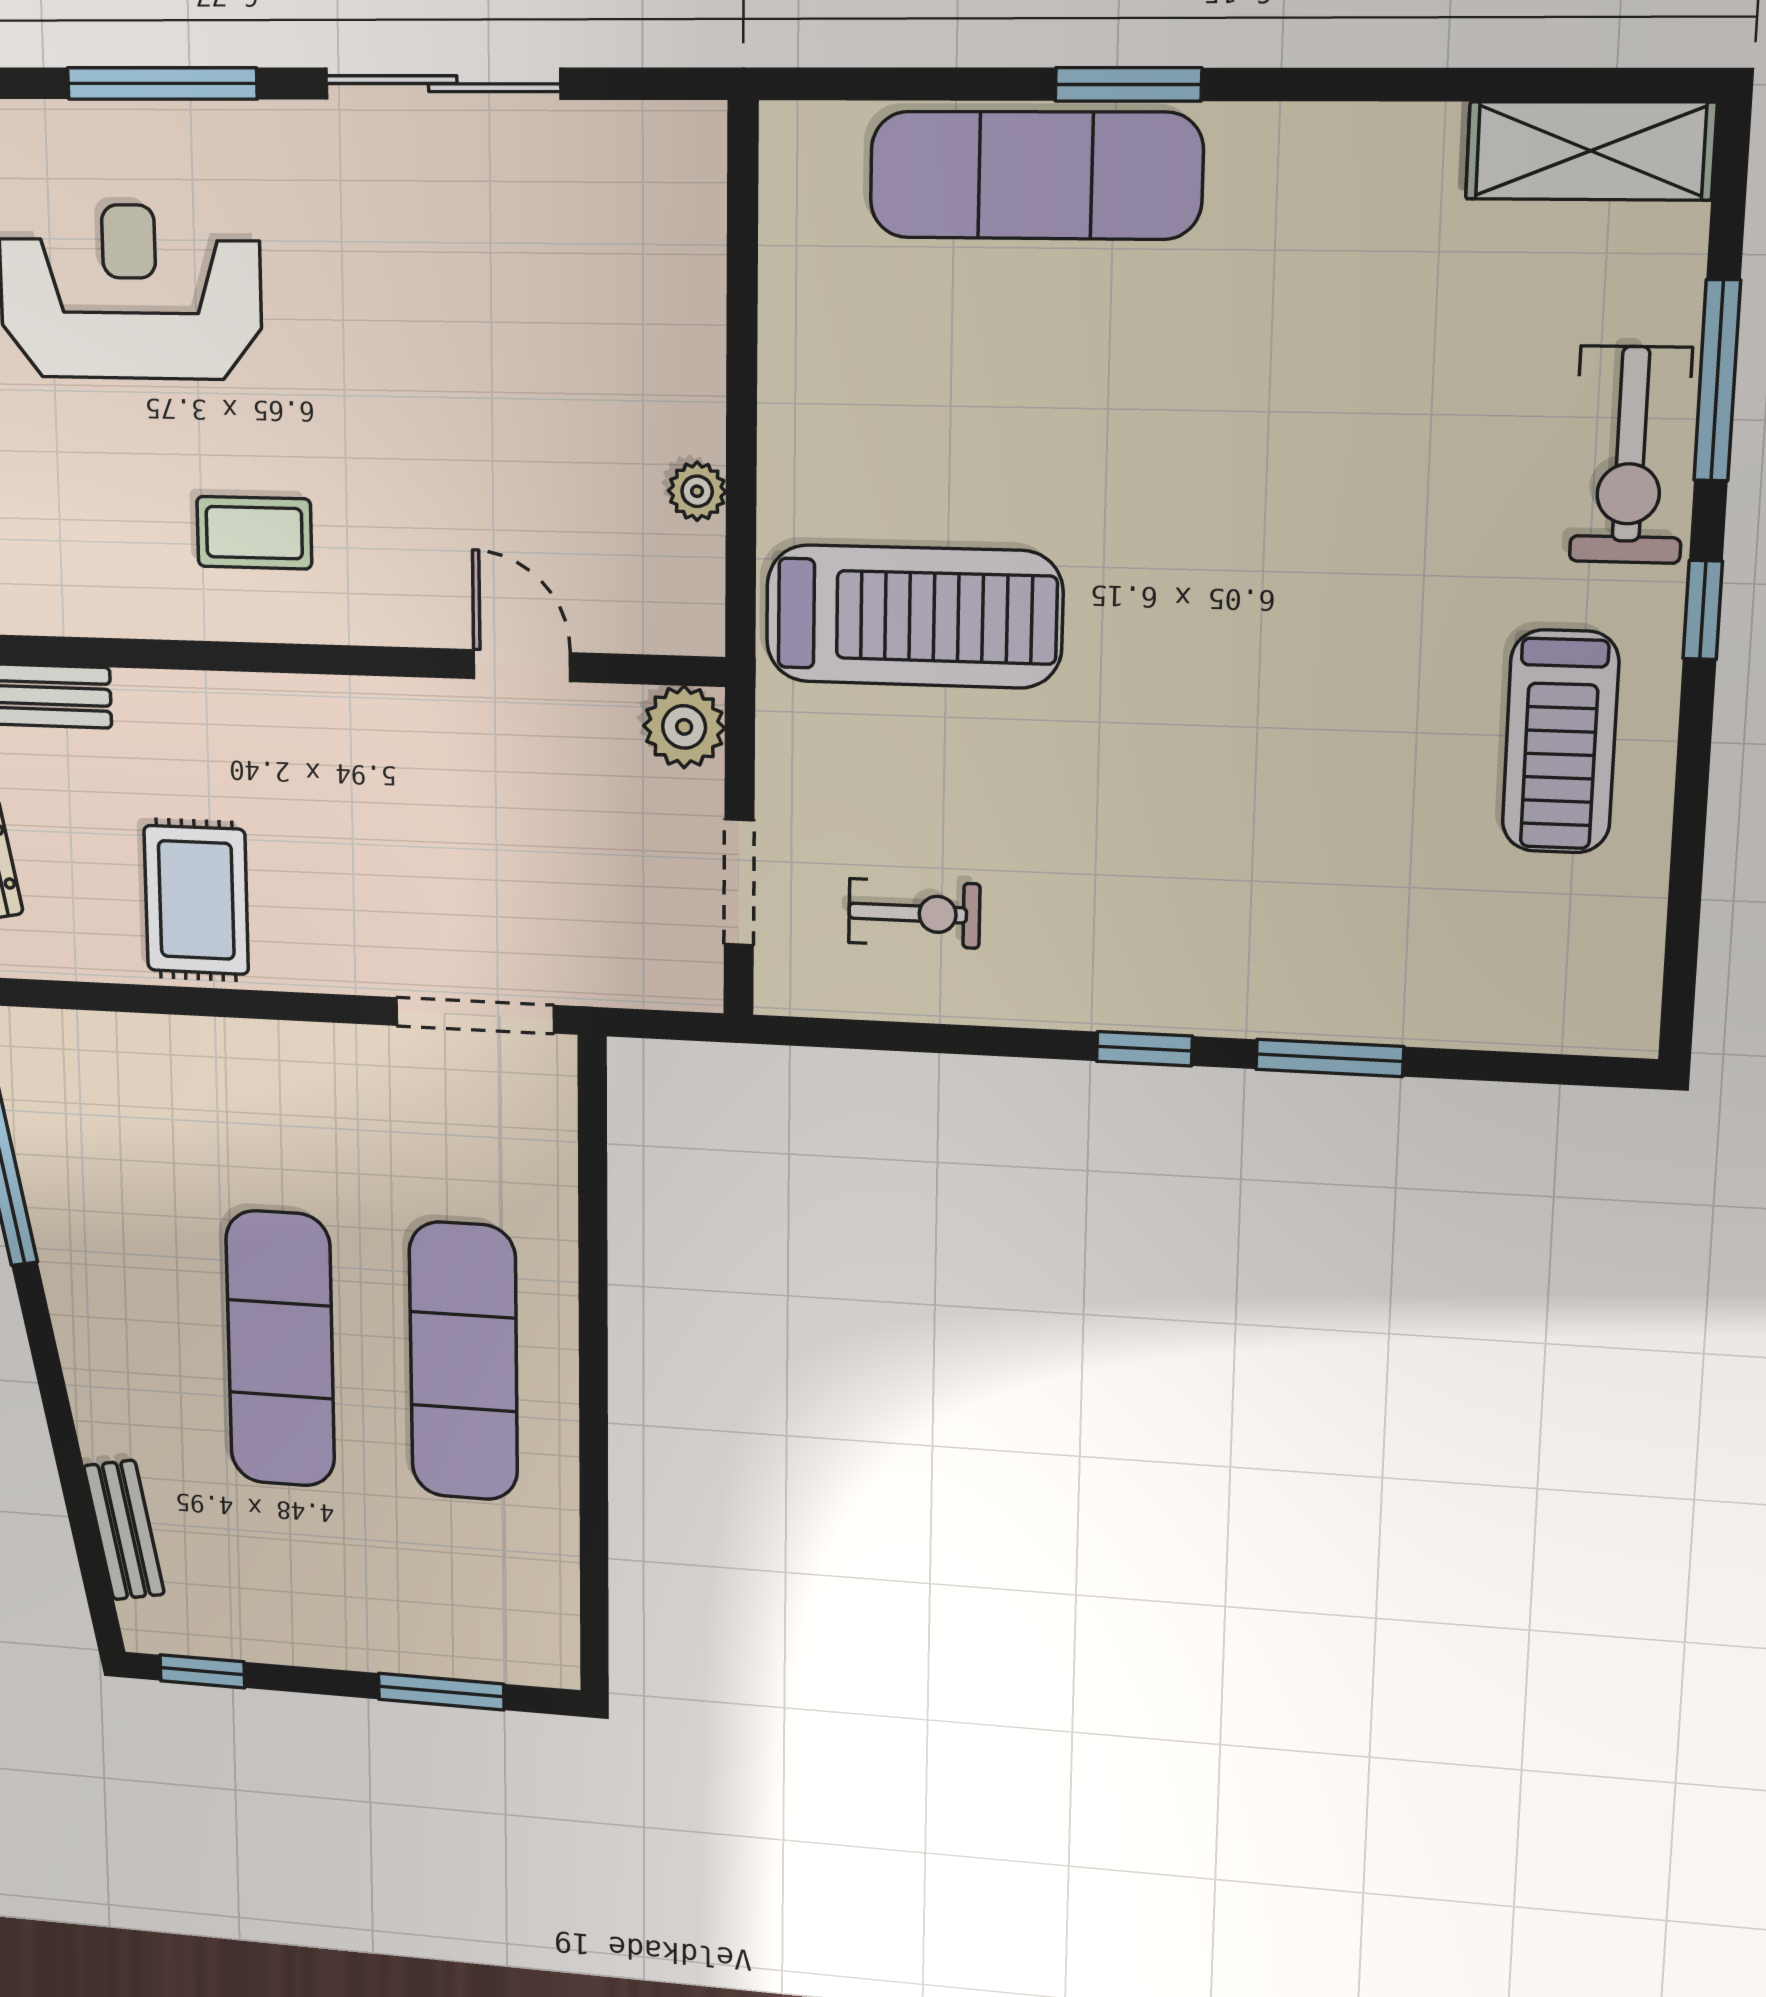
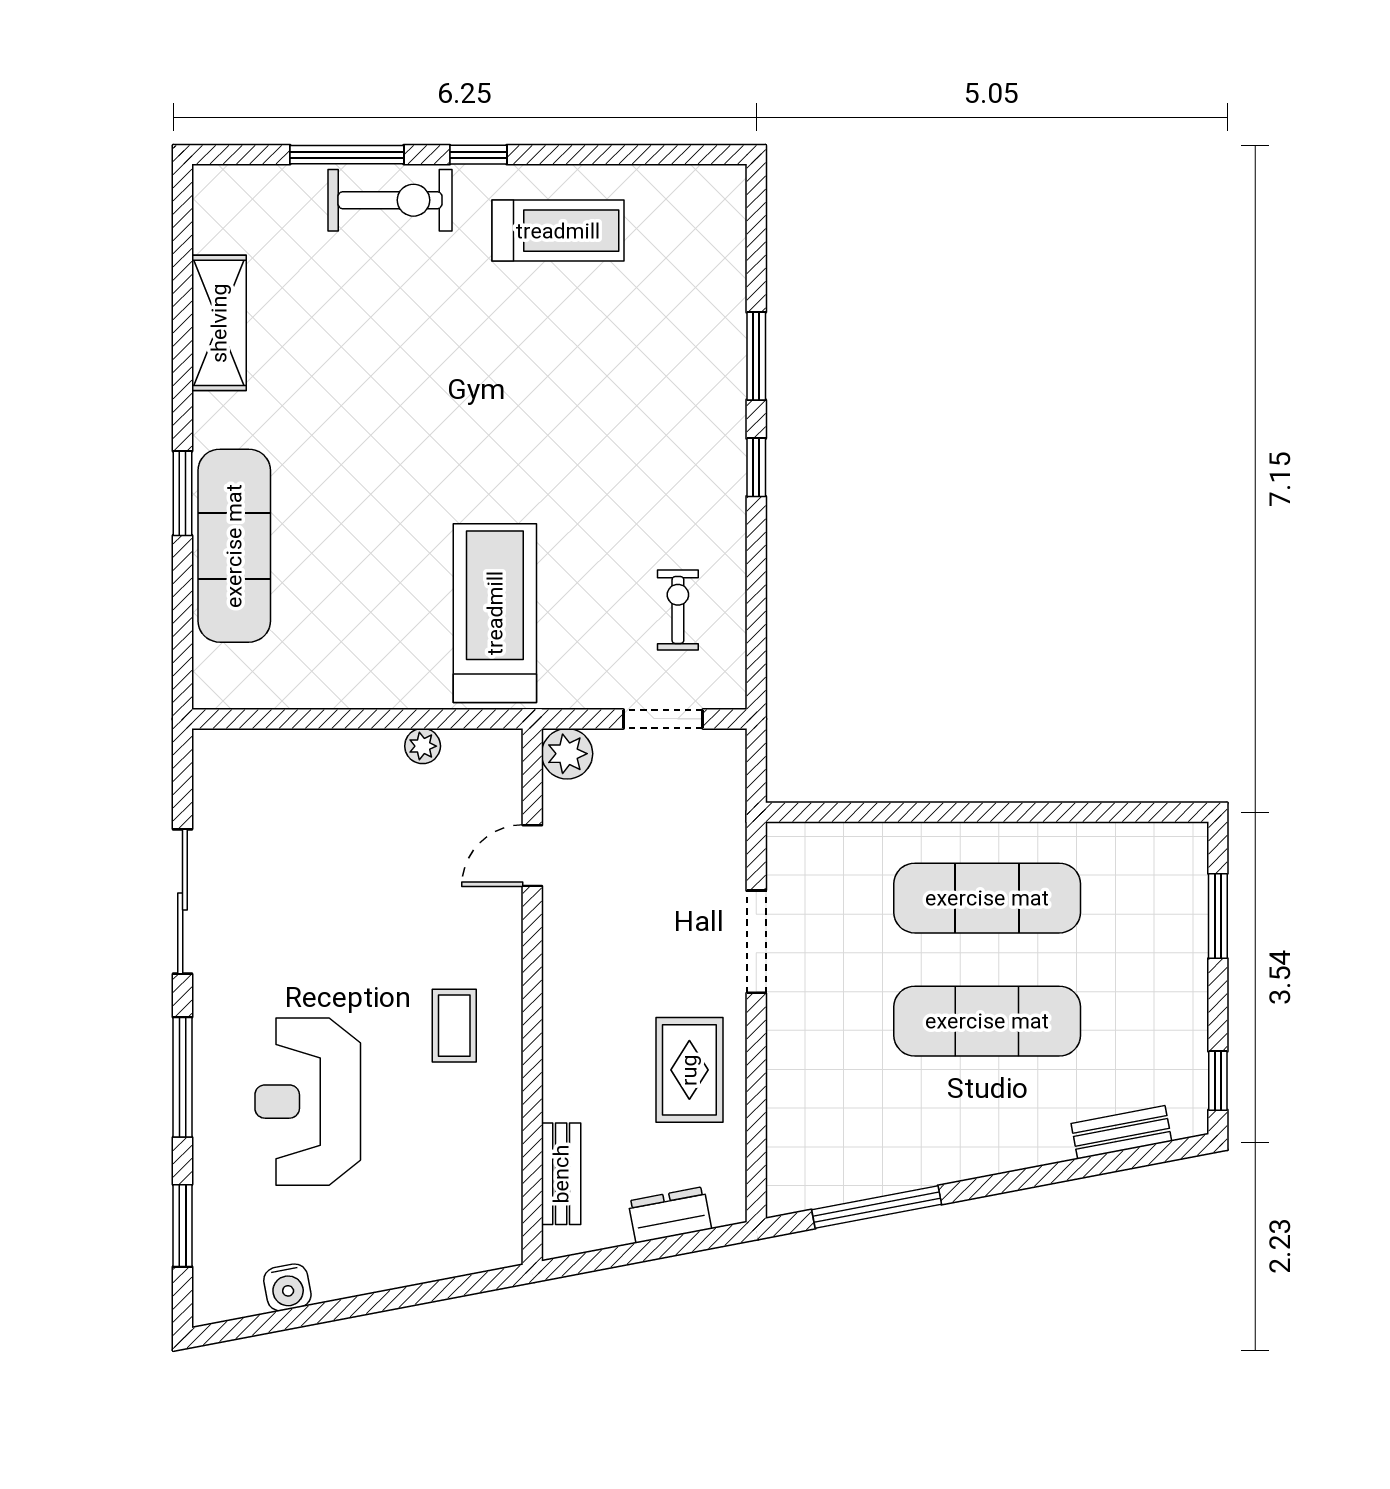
shelving: (1590, 151) -> (219, 323), moved
rug: (196, 900) -> (689, 1070), turned 90
doorway: (475, 1015) -> (756, 942), moved

